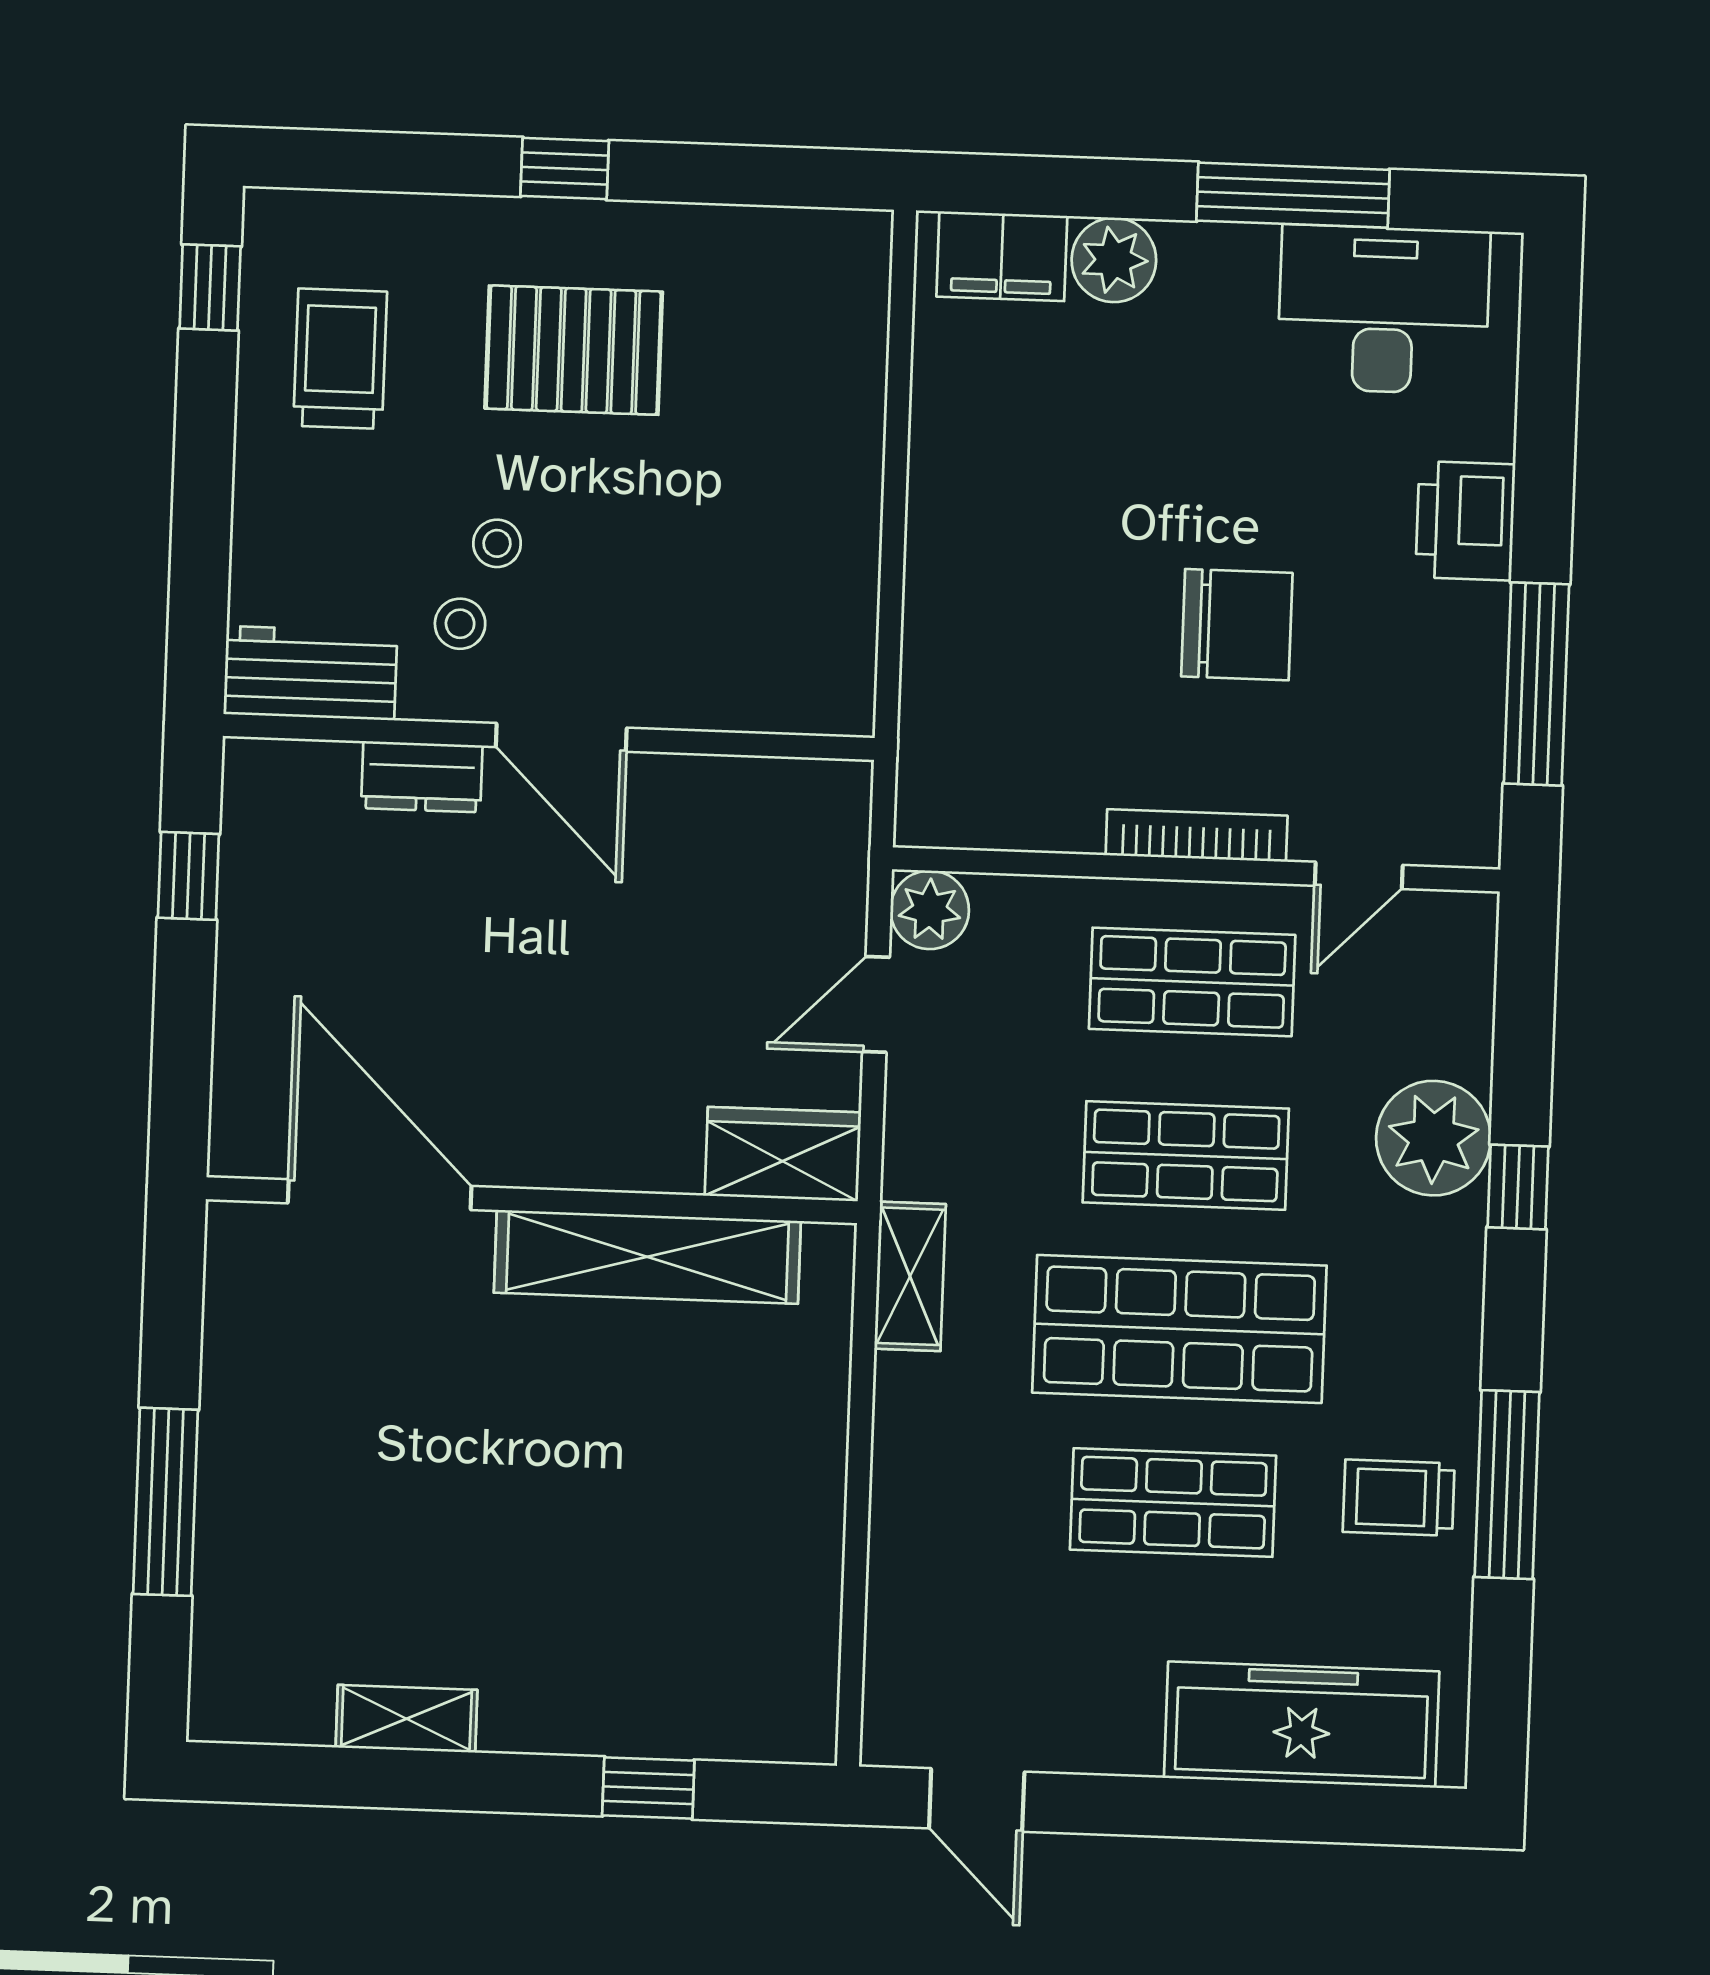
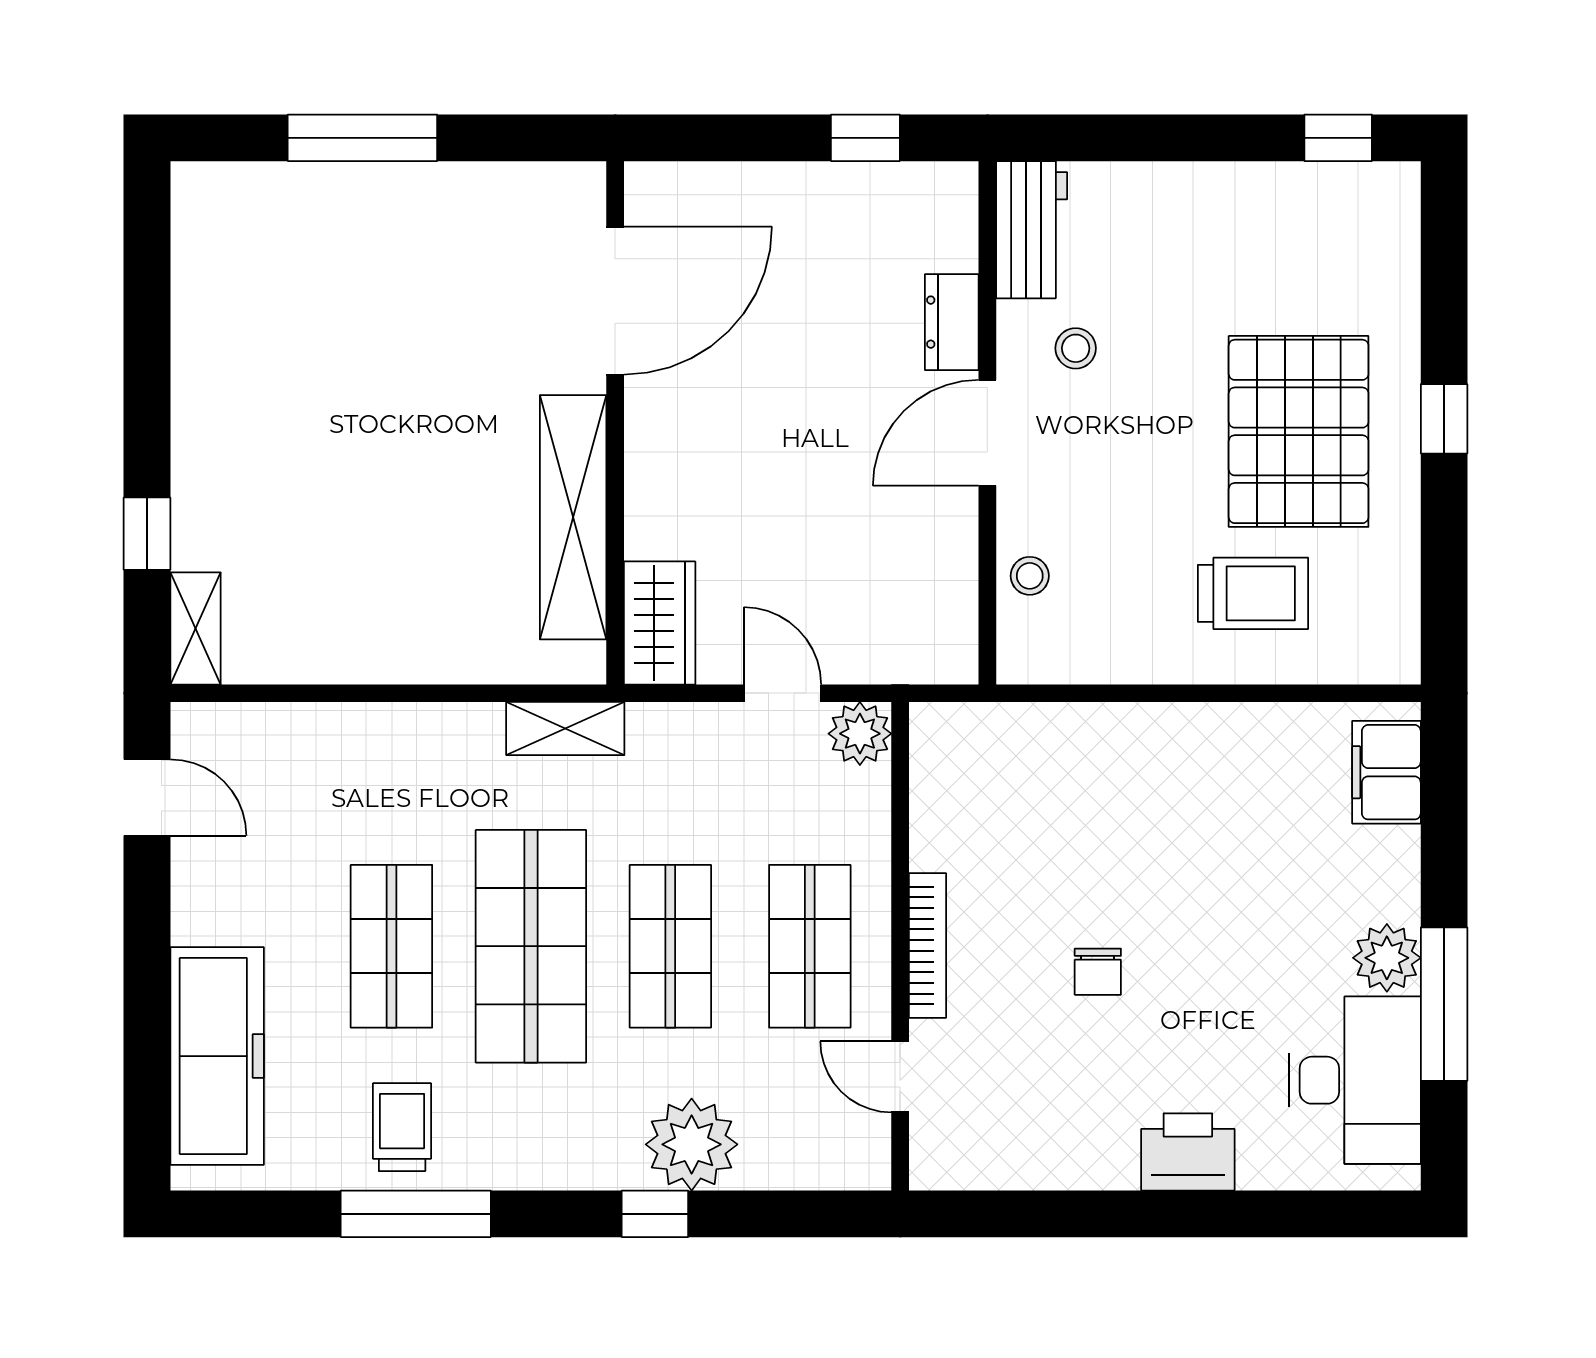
plant: (1114, 260) -> (1387, 958), moved
pallet: (574, 350) -> (1299, 431), width x1.37, depth x1.41
trolley: (340, 359) -> (1253, 593), moved
stool: (497, 543) -> (1030, 576), moved
chair: (1237, 625) -> (1098, 972), width x0.54, depth x0.54
window: (1536, 684) -> (1059, 1214), removed
shelving: (406, 1719) -> (195, 628), moved
door: (977, 1800) -> (147, 797), swing flipped

